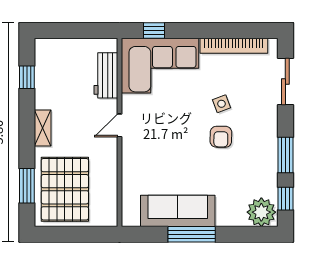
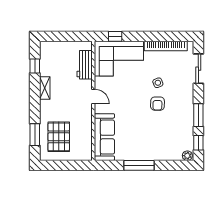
door: (119, 125) -> (93, 96), swing flipped
shelving: (43, 128) -> (45, 88), moved
pallet: (65, 189) -> (59, 137), width x0.73, depth x0.71
sofa: (178, 211) -> (104, 137), moved, turned 90
plant: (261, 212) -> (187, 156), width x0.53, depth x0.53

